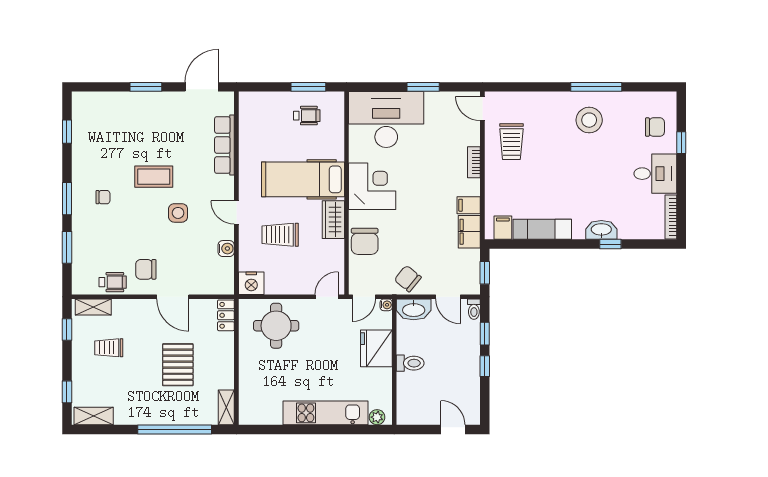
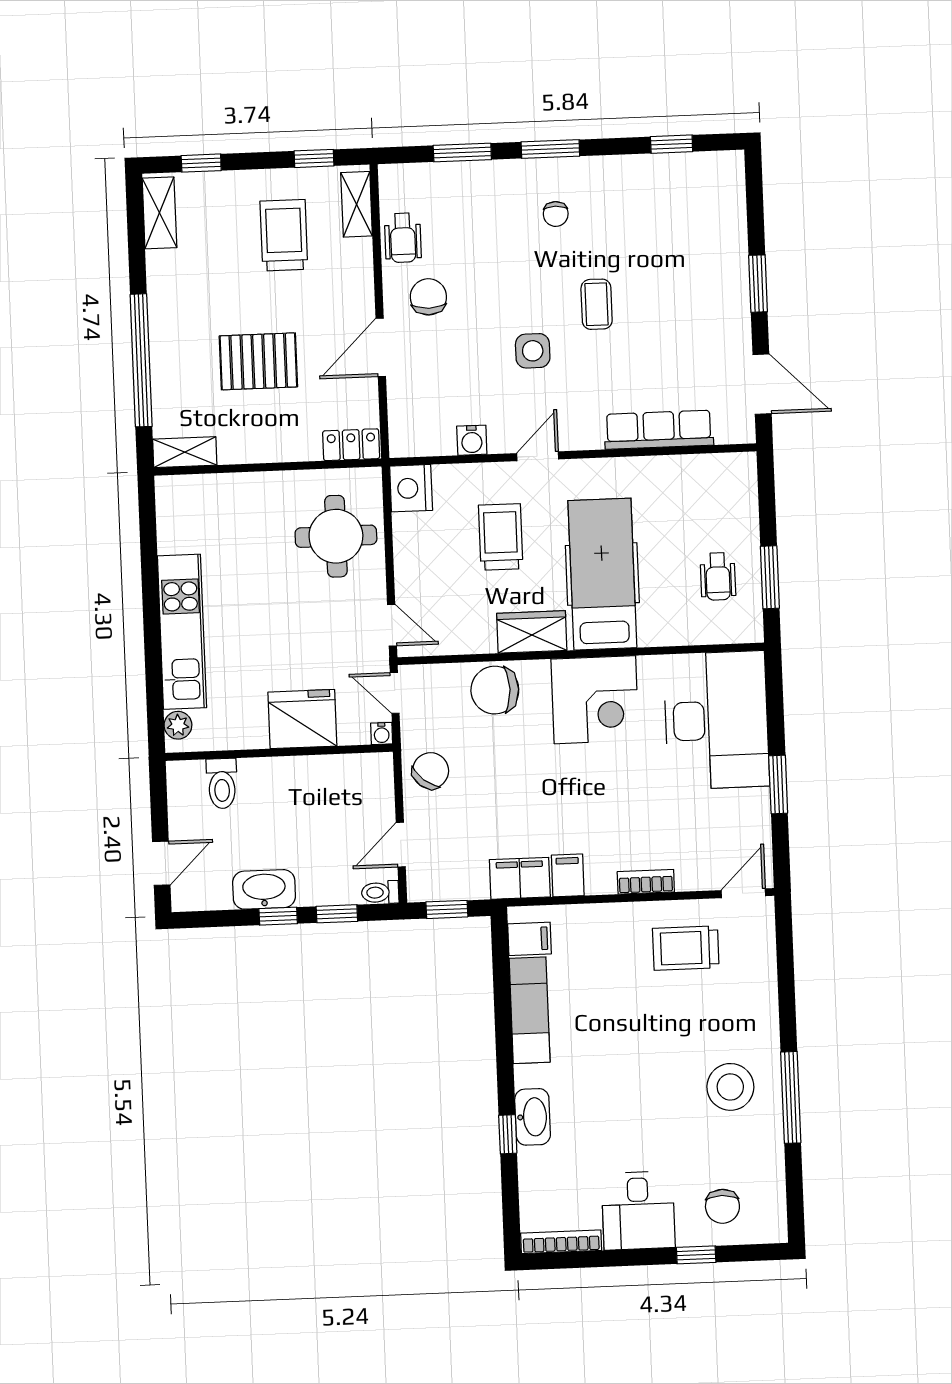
coffee table: (154, 177) -> (597, 304), width x0.73, depth x0.77
washbasin: (414, 309) -> (264, 889), moved, turned 90
trolley: (109, 348) -> (284, 235), width x1.36, depth x1.39
toilet: (410, 363) -> (222, 783), moved

